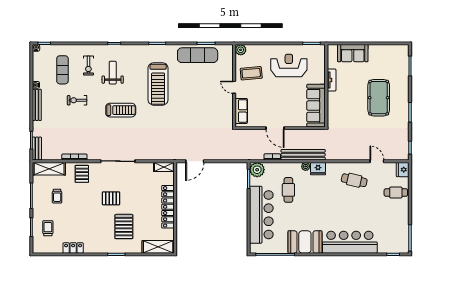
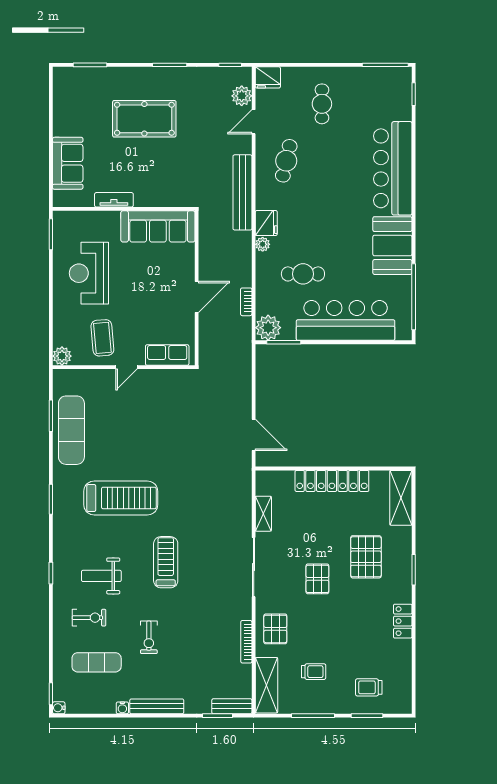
plant: (392, 154) -> (242, 96), added
bench: (303, 155) -> (242, 192), moved
shelving: (164, 167) -> (263, 514), moved
pallet: (82, 174) -> (275, 629), turned 90
cafe table: (396, 192) -> (322, 104), moved
pallet: (124, 227) -> (366, 557), turned 90
locker: (73, 248) -> (403, 621), moved

